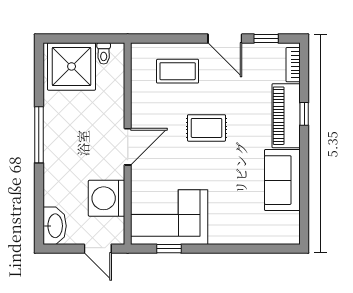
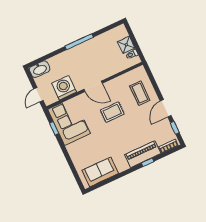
shower: (72, 66) -> (126, 45), width x0.54, depth x0.54
rug: (206, 128) -> (112, 112), moved, turned 90
sofa: (282, 180) -> (100, 172), moved

